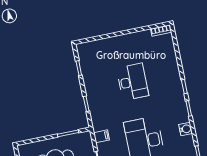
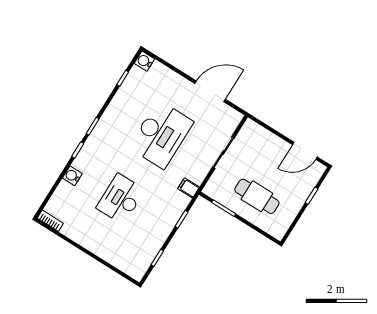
water cooler: (186, 129) -> (72, 176), moved
filing cabinet: (102, 136) -> (189, 188), moved

